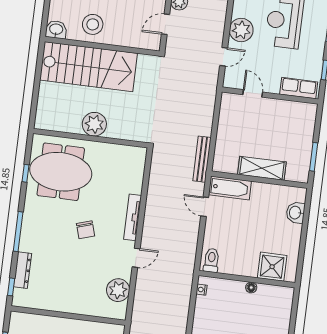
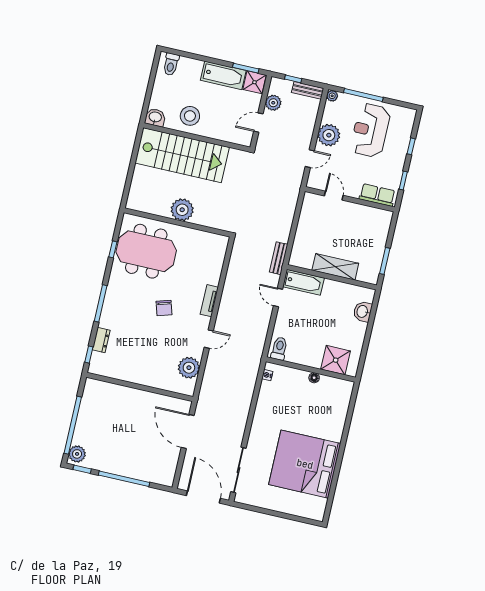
bench: (202, 159) -> (279, 258), width x0.73
tv unit: (133, 217) -> (209, 301), width x0.71
dresser: (23, 270) -> (101, 340), width x0.70

